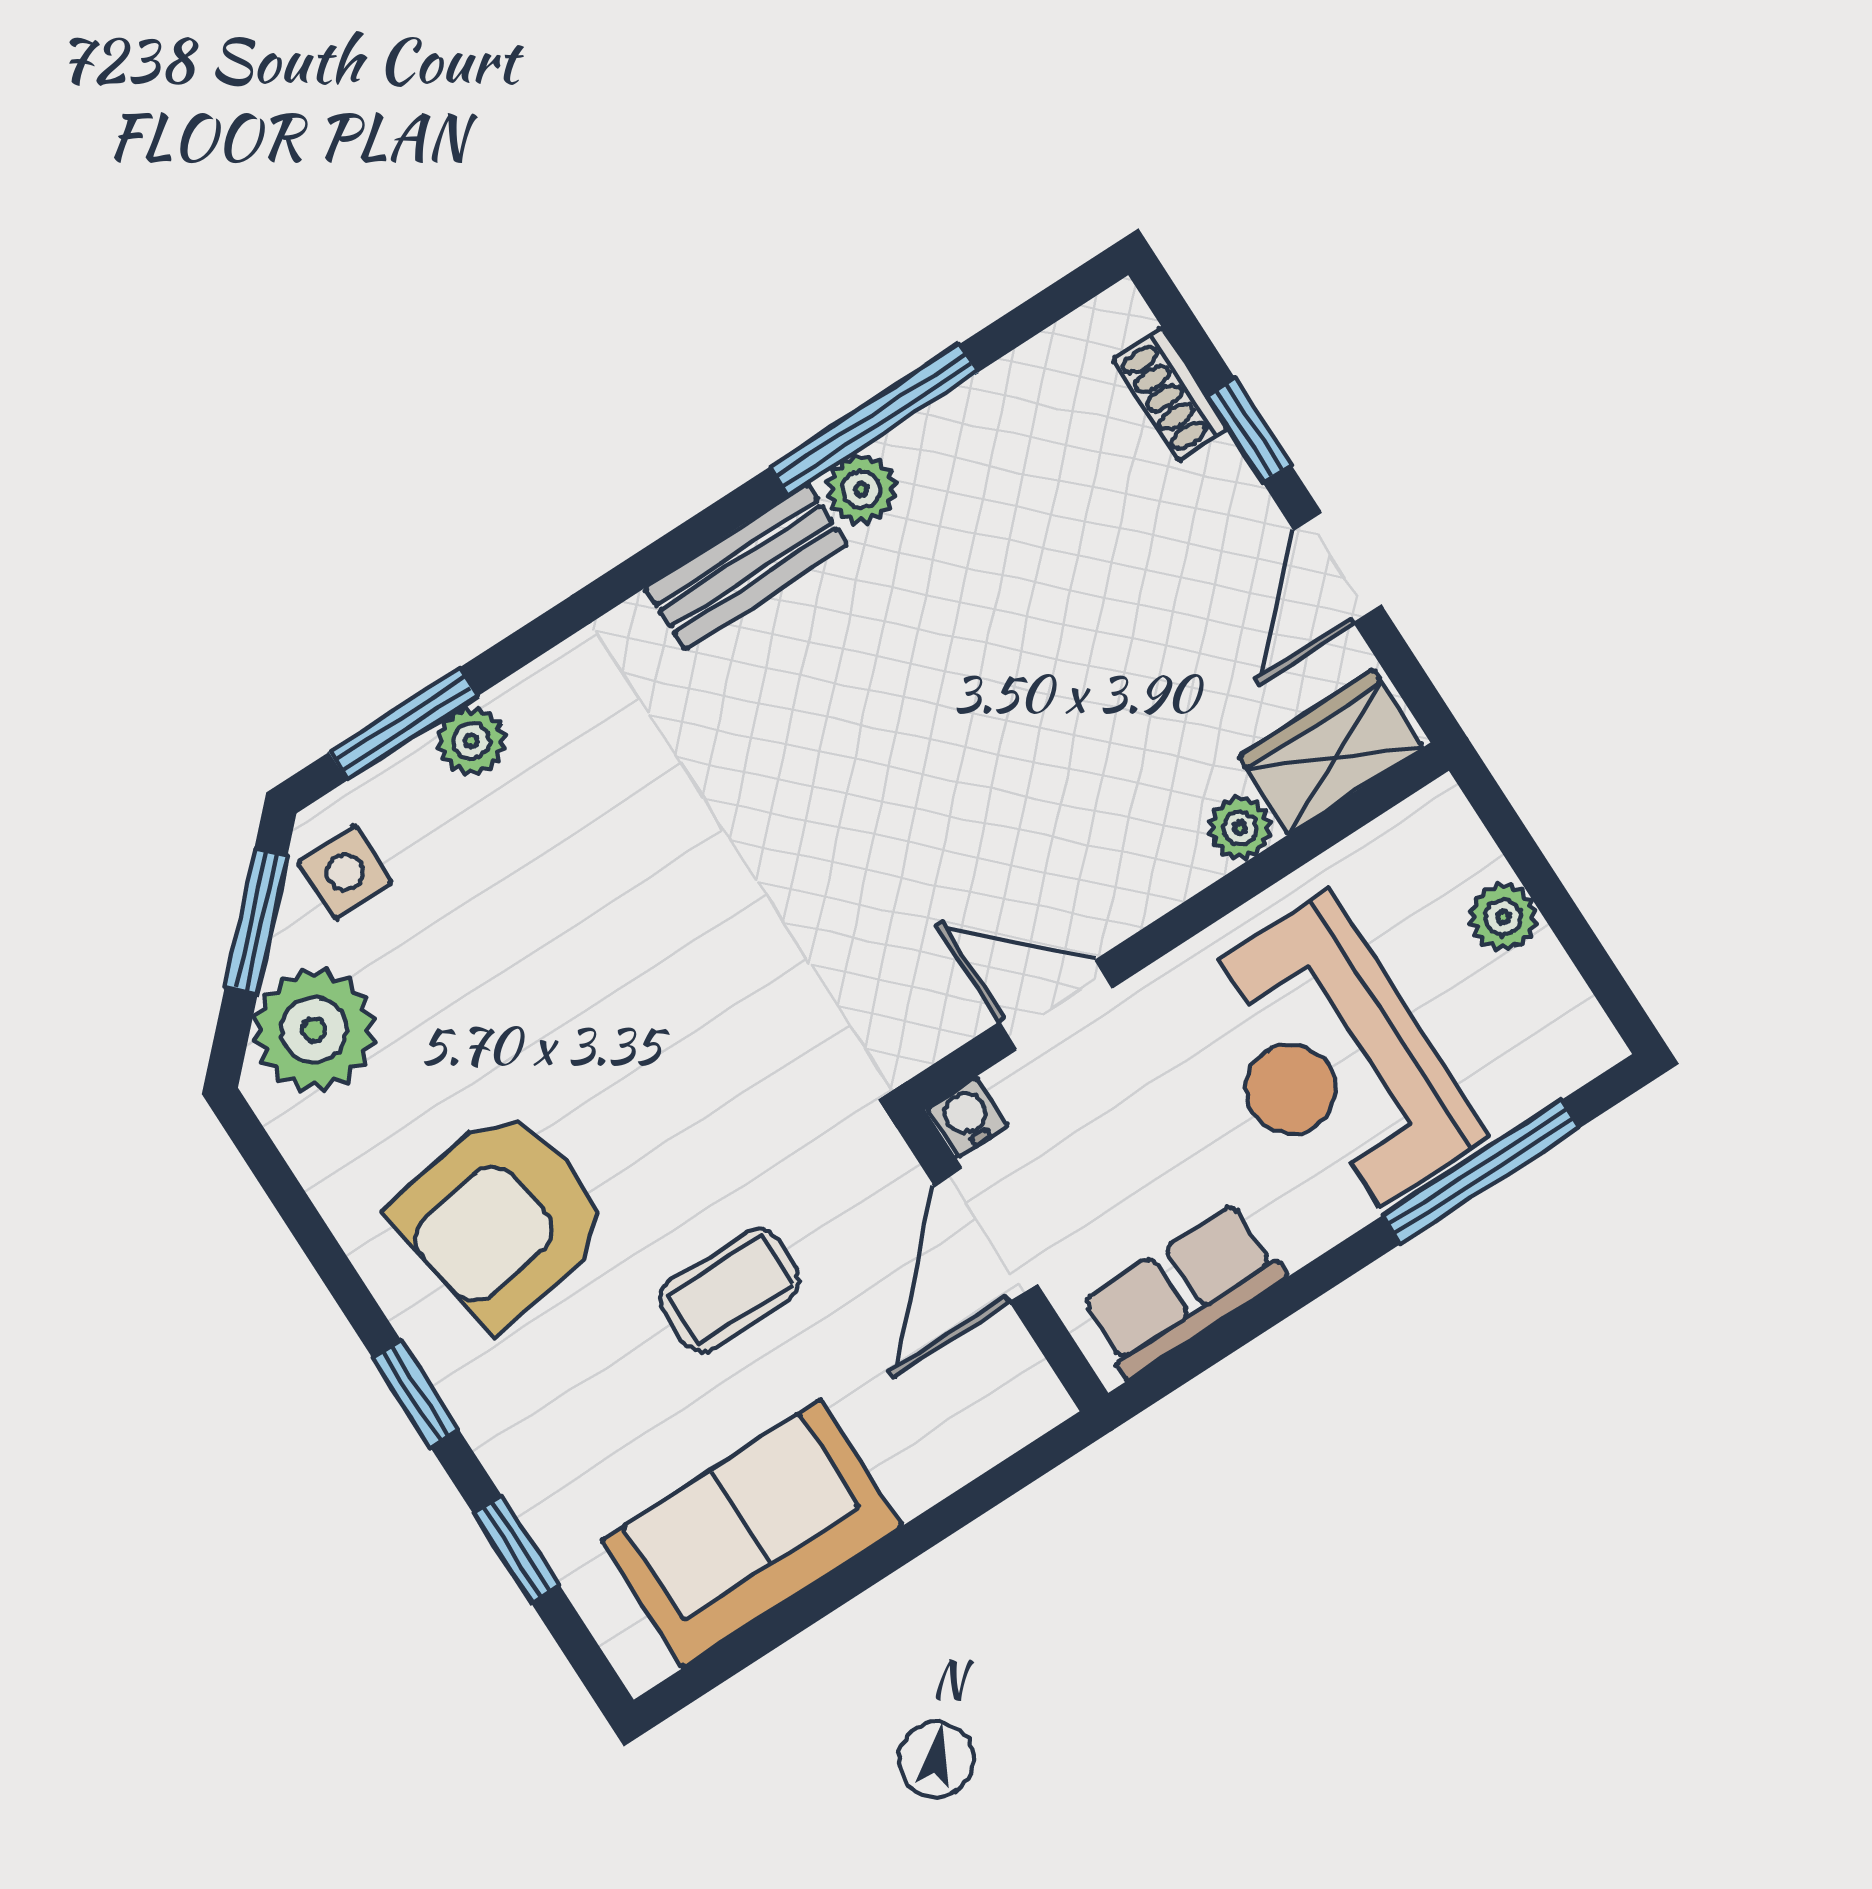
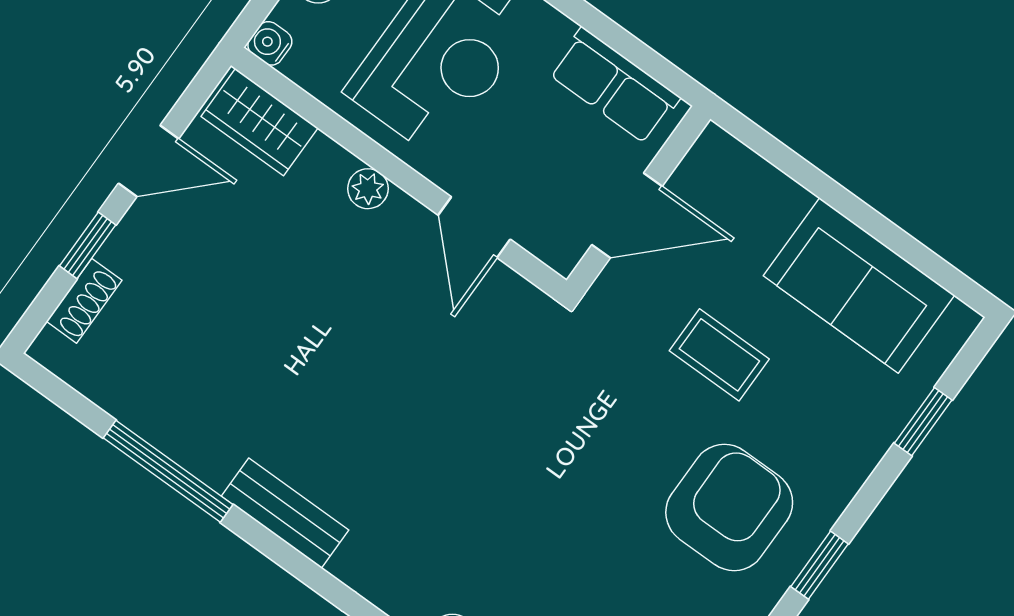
plant: (861, 489) -> (212, 462), removed
plant: (1240, 828) -> (368, 189), moved
water cooler: (968, 1117) -> (270, 43), moved, turned 90
armchair: (502, 1218) -> (729, 507), turned -81
window: (416, 1394) -> (820, 565), moved

